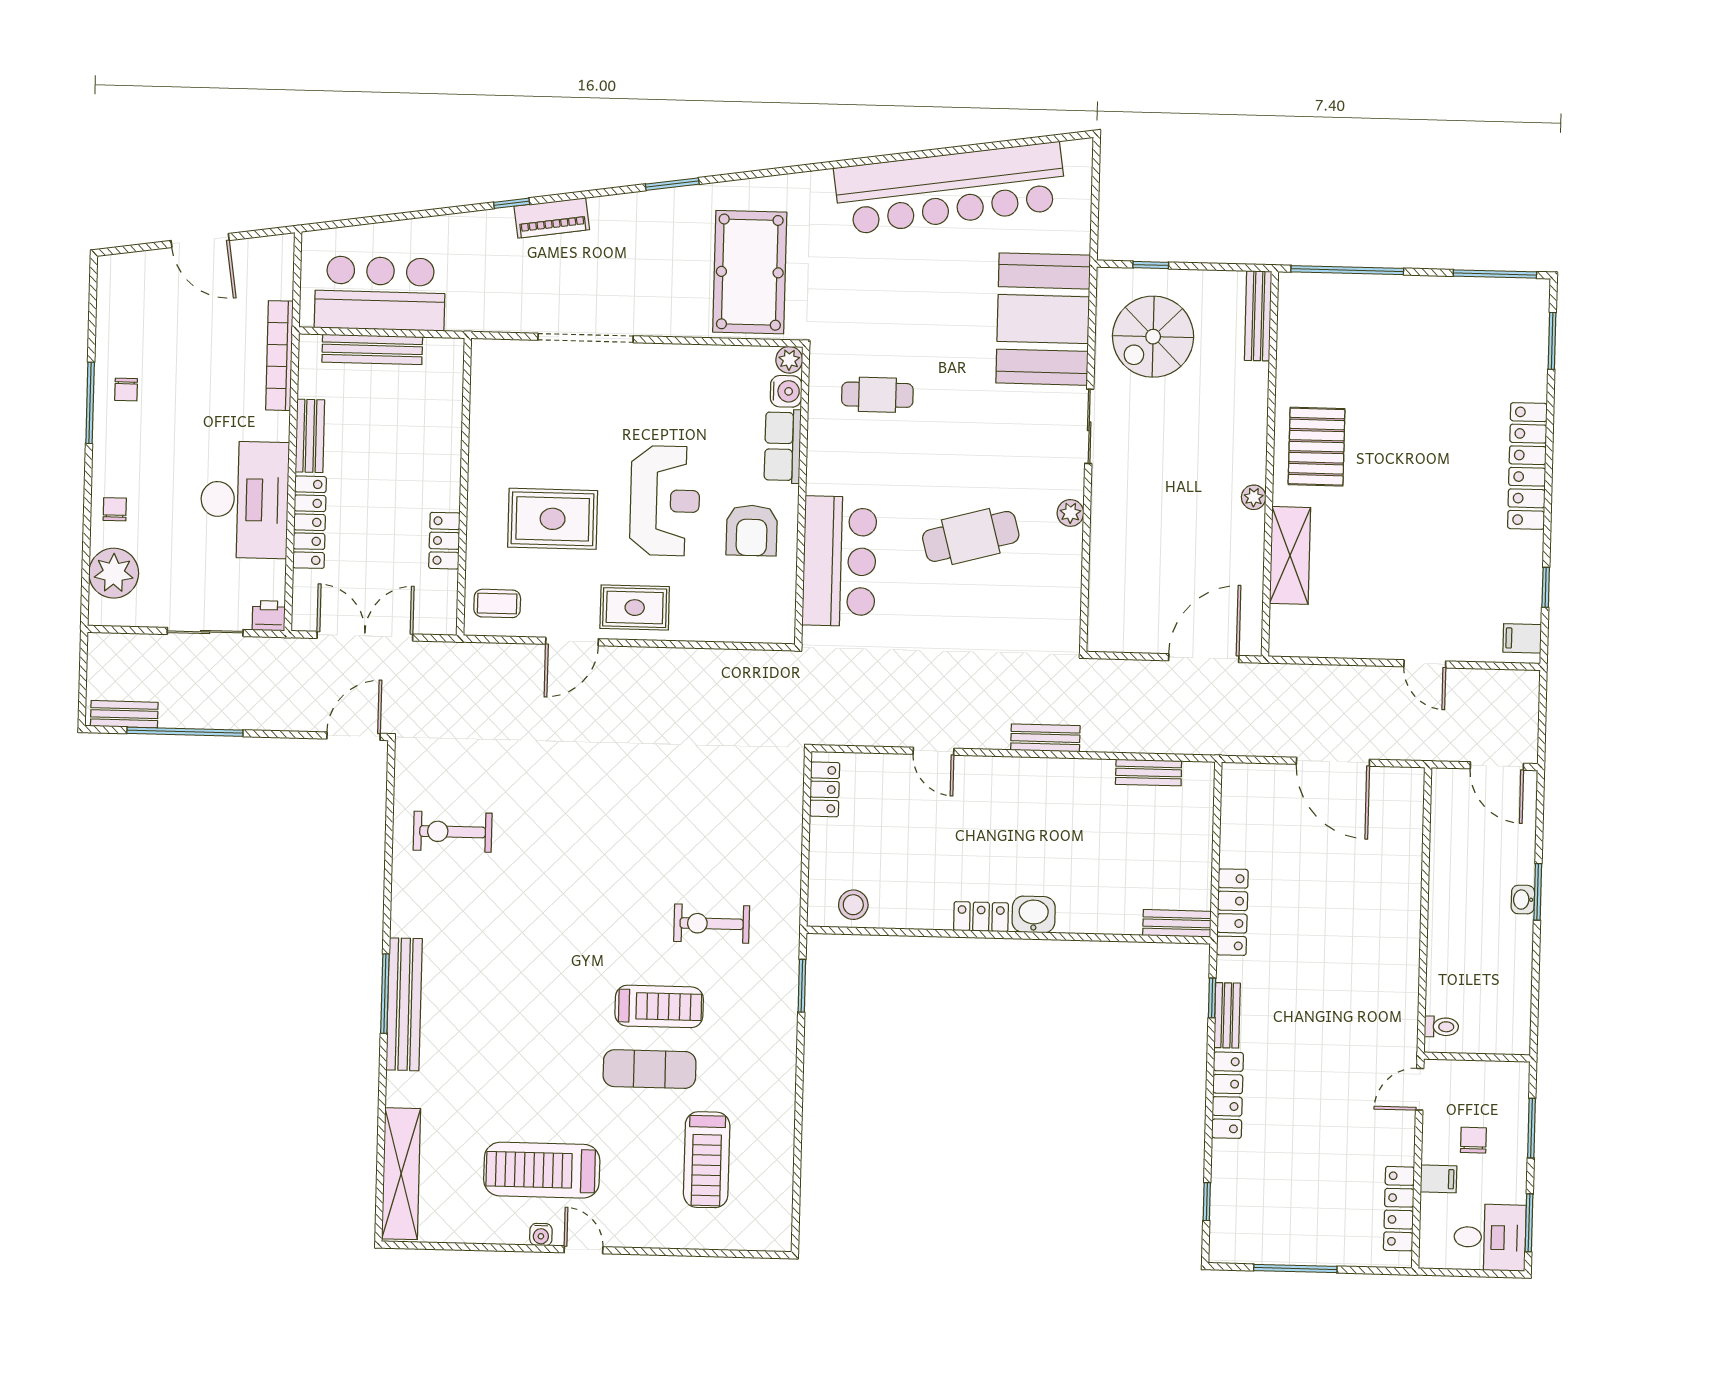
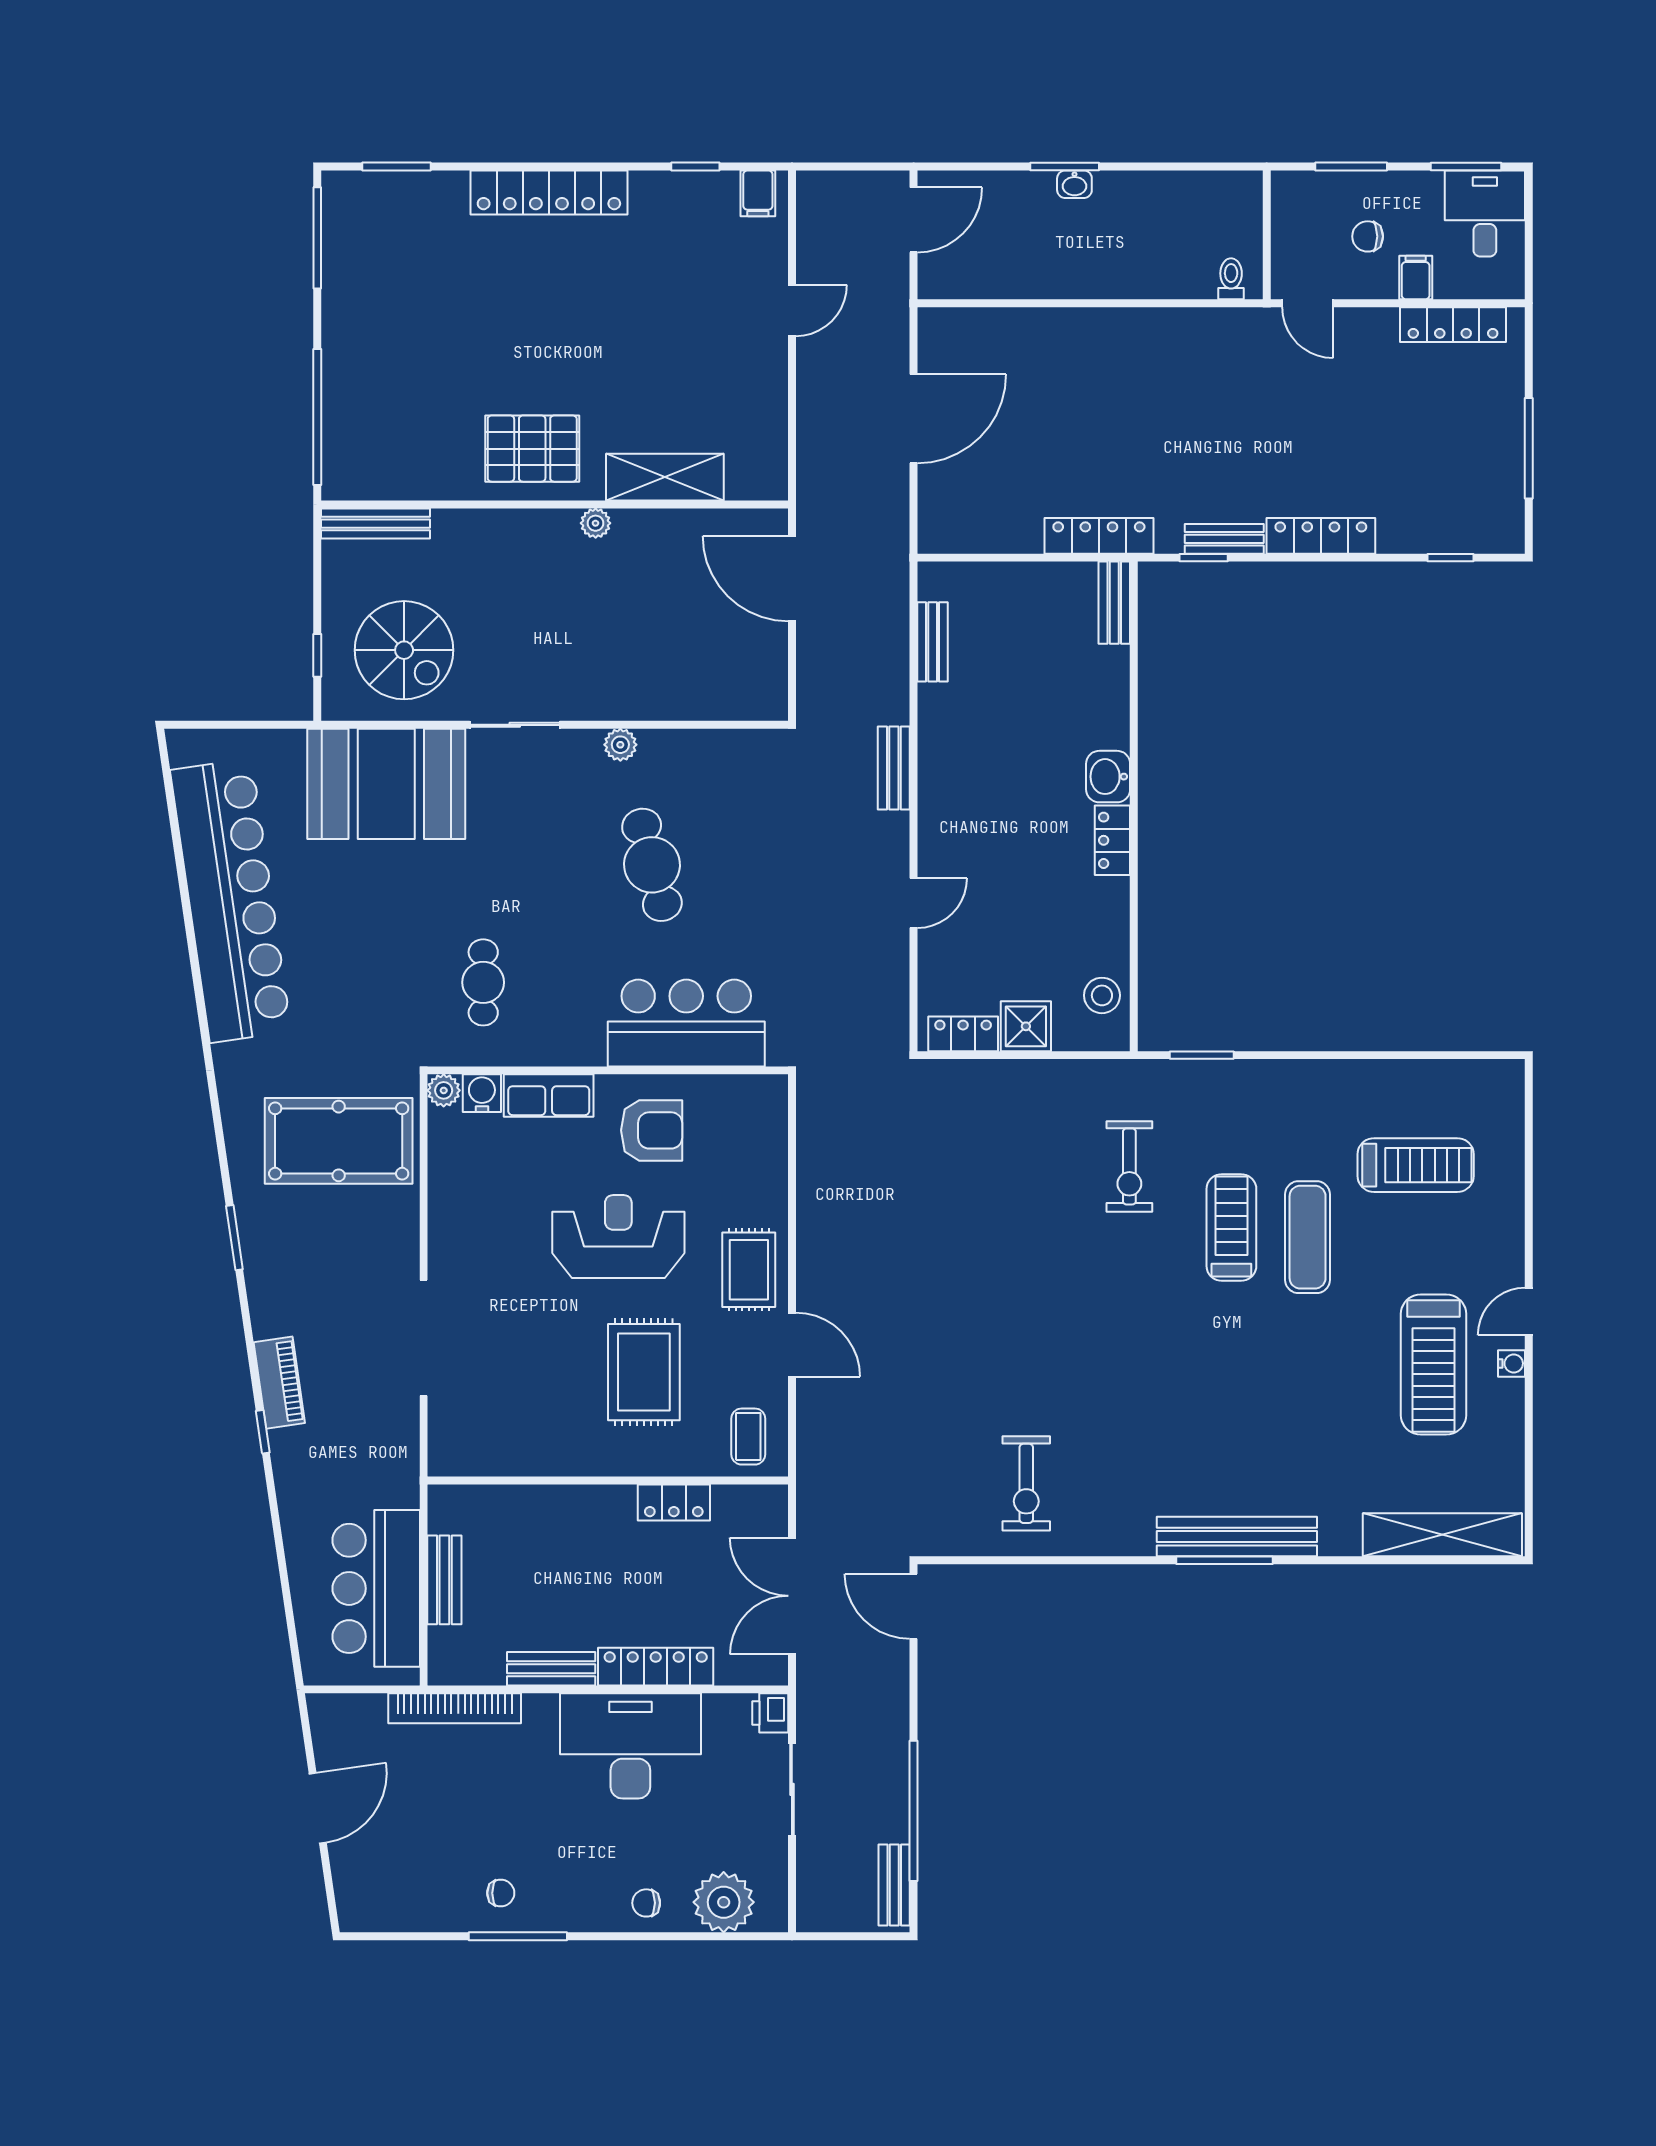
bench: (372, 349) -> (444, 1580), width x0.73
shower: (829, 841) -> (1026, 1026), added

